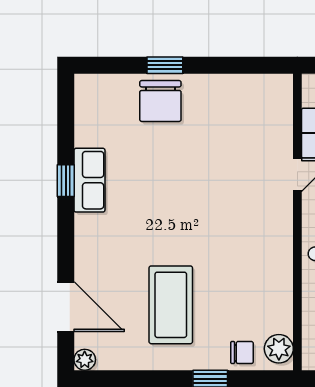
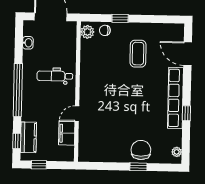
row of seats: (89, 180) -> (176, 98), width x2.02
coffee table: (171, 305) -> (138, 54), width x0.73, depth x0.76
plant: (85, 360) -> (177, 152), moved

